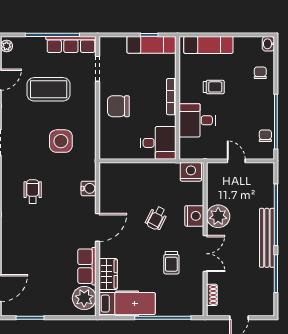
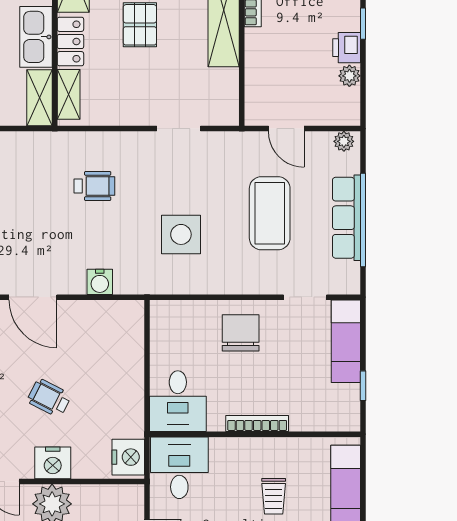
row of seats: (71, 44) -> (346, 218), moved
exam couch: (151, 45) -> (346, 341), moved
desk: (197, 120) -> (179, 468), moved

